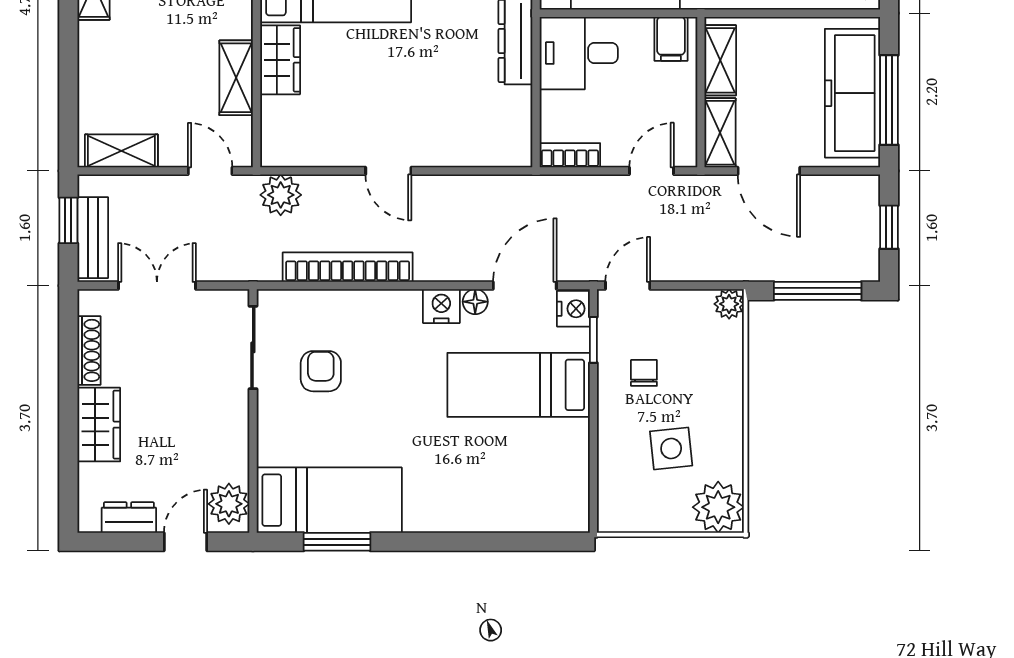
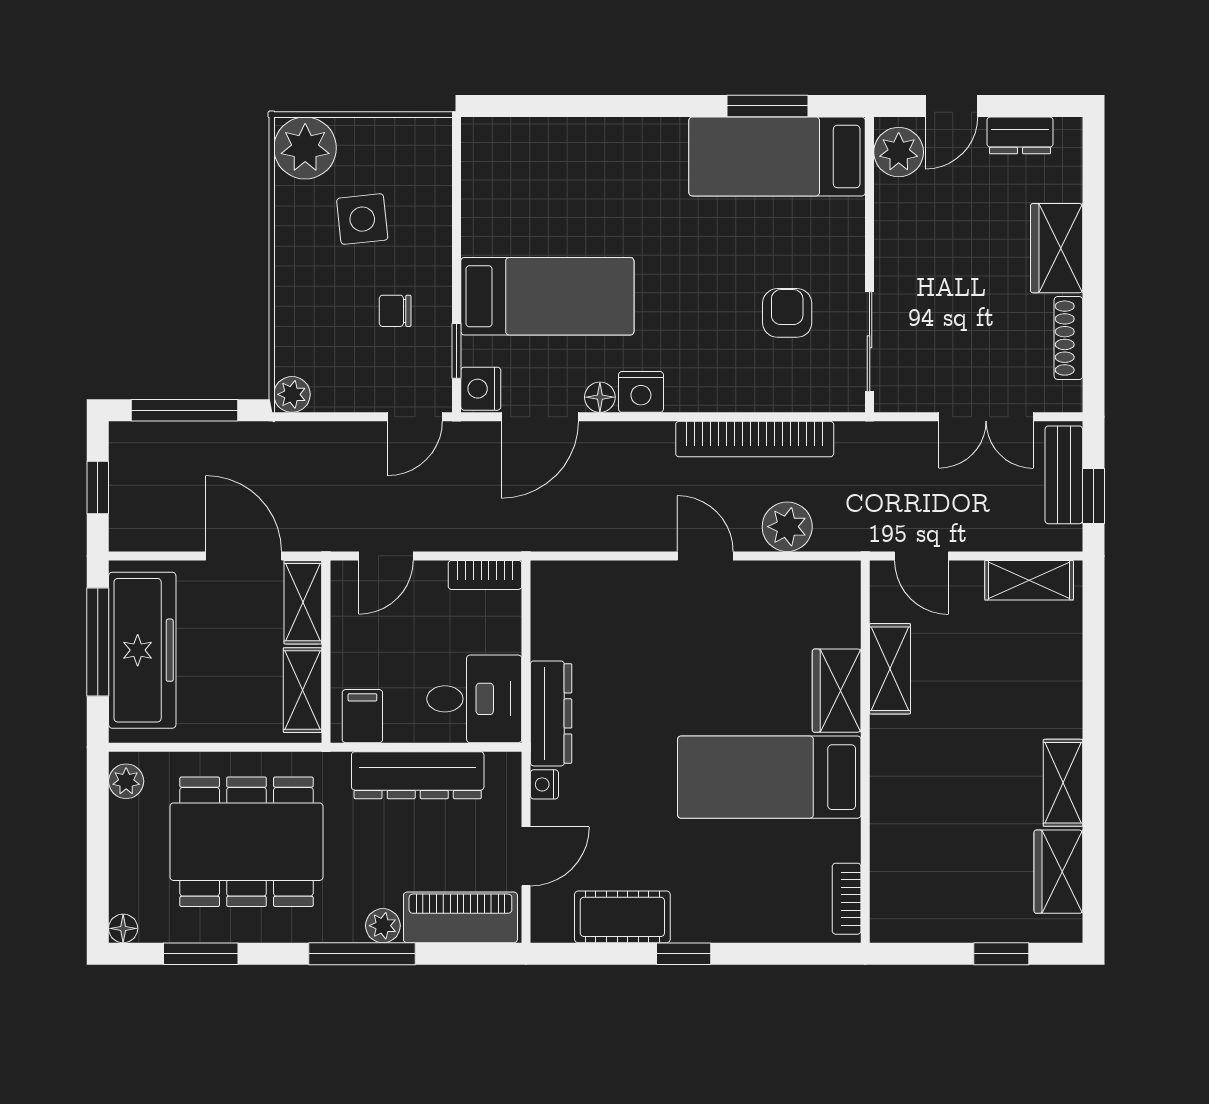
plant: (281, 195) -> (787, 527), moved
armchair: (321, 371) -> (787, 313), turned 180
chair: (644, 373) -> (395, 311), turned 90

